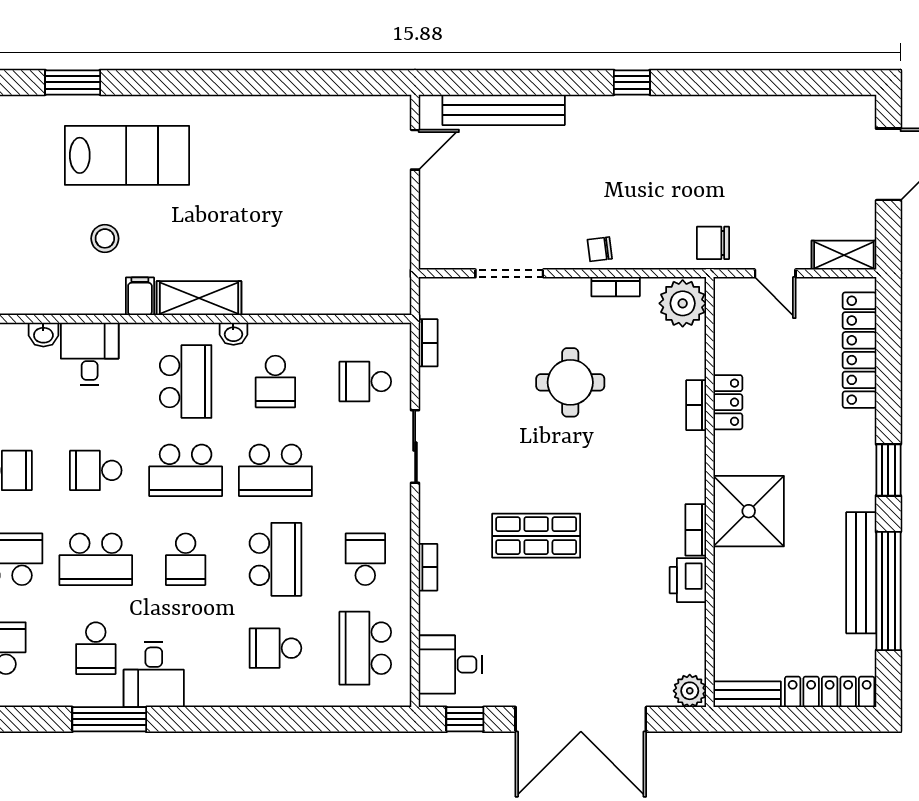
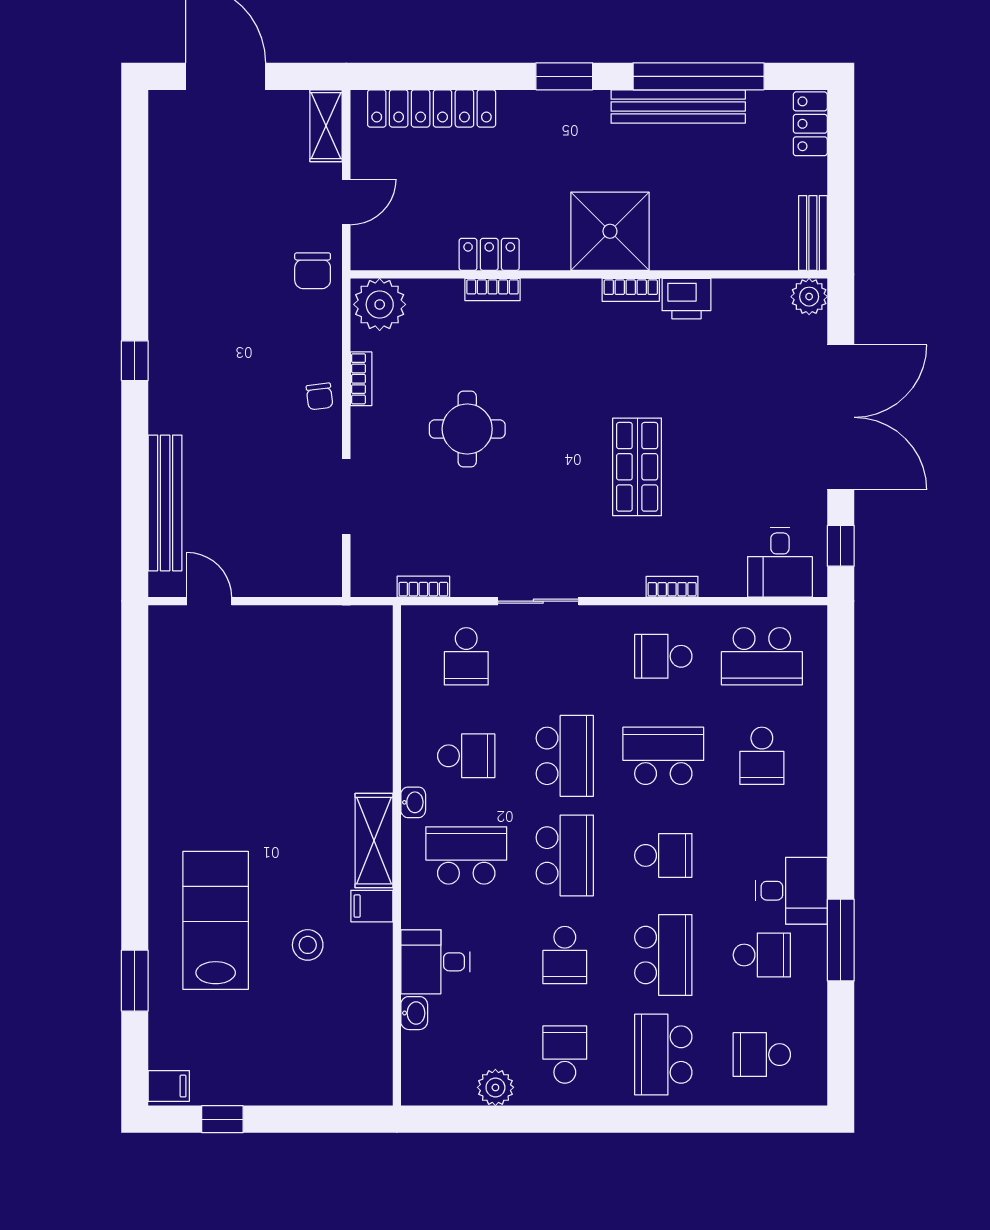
locker: (830, 692) -> (810, 124), width x0.66

